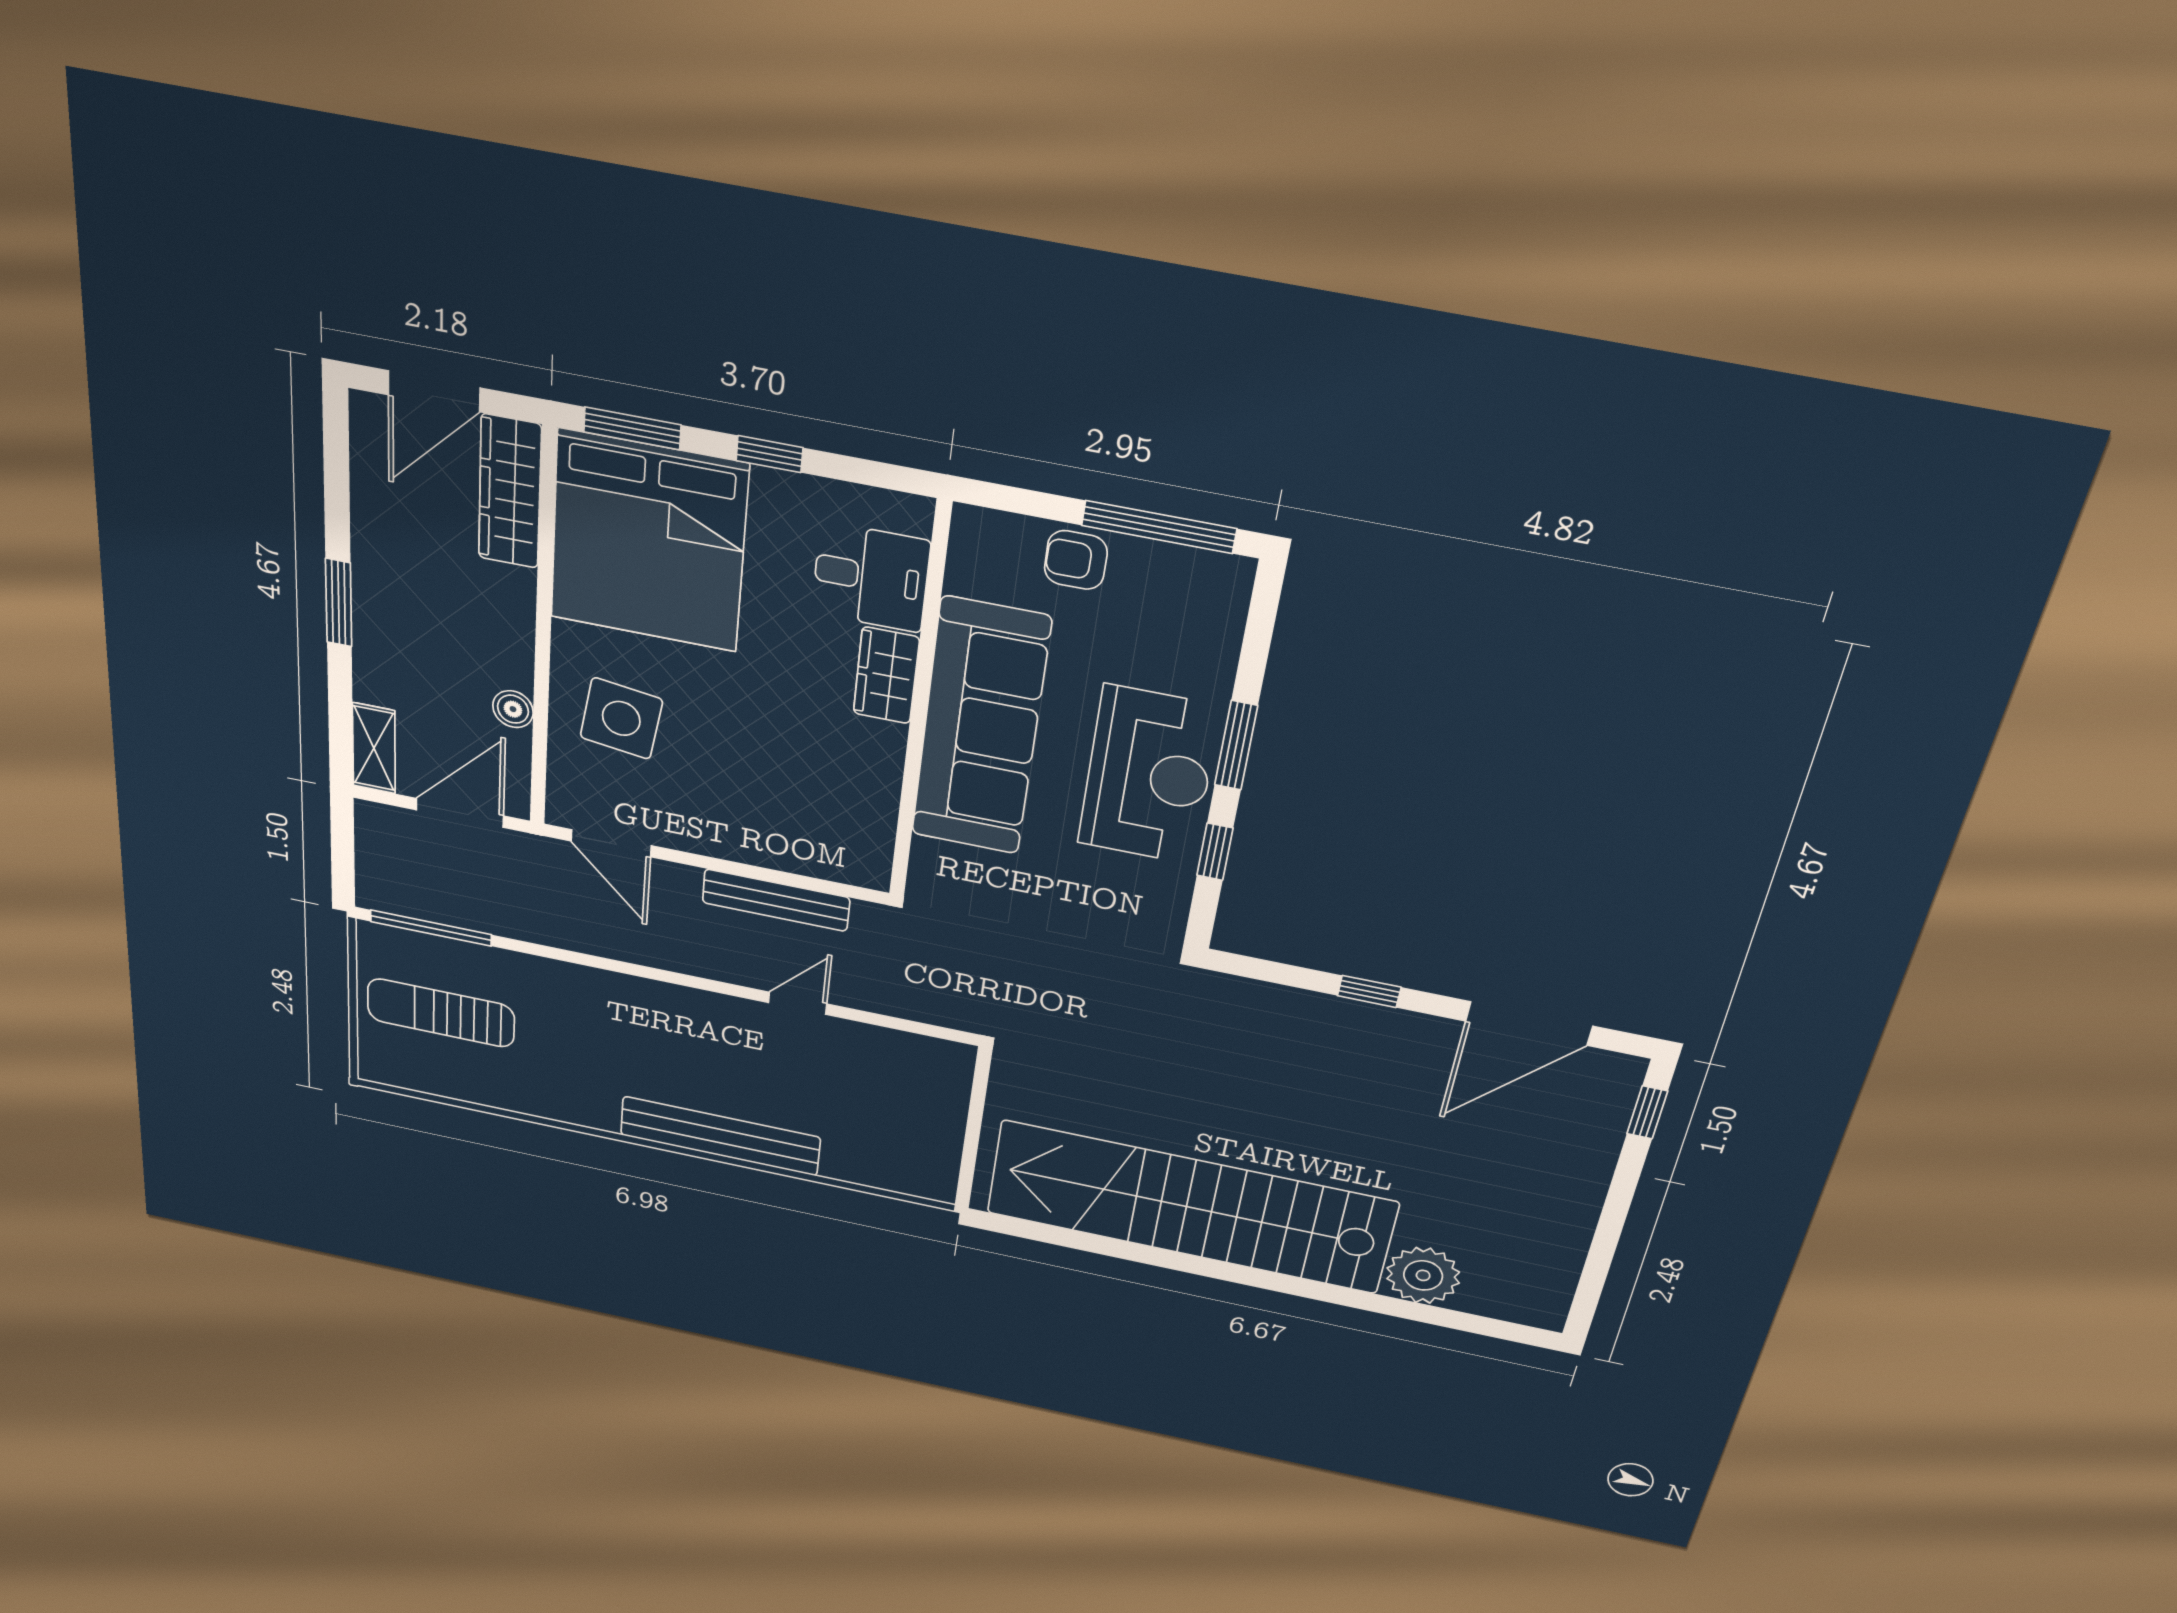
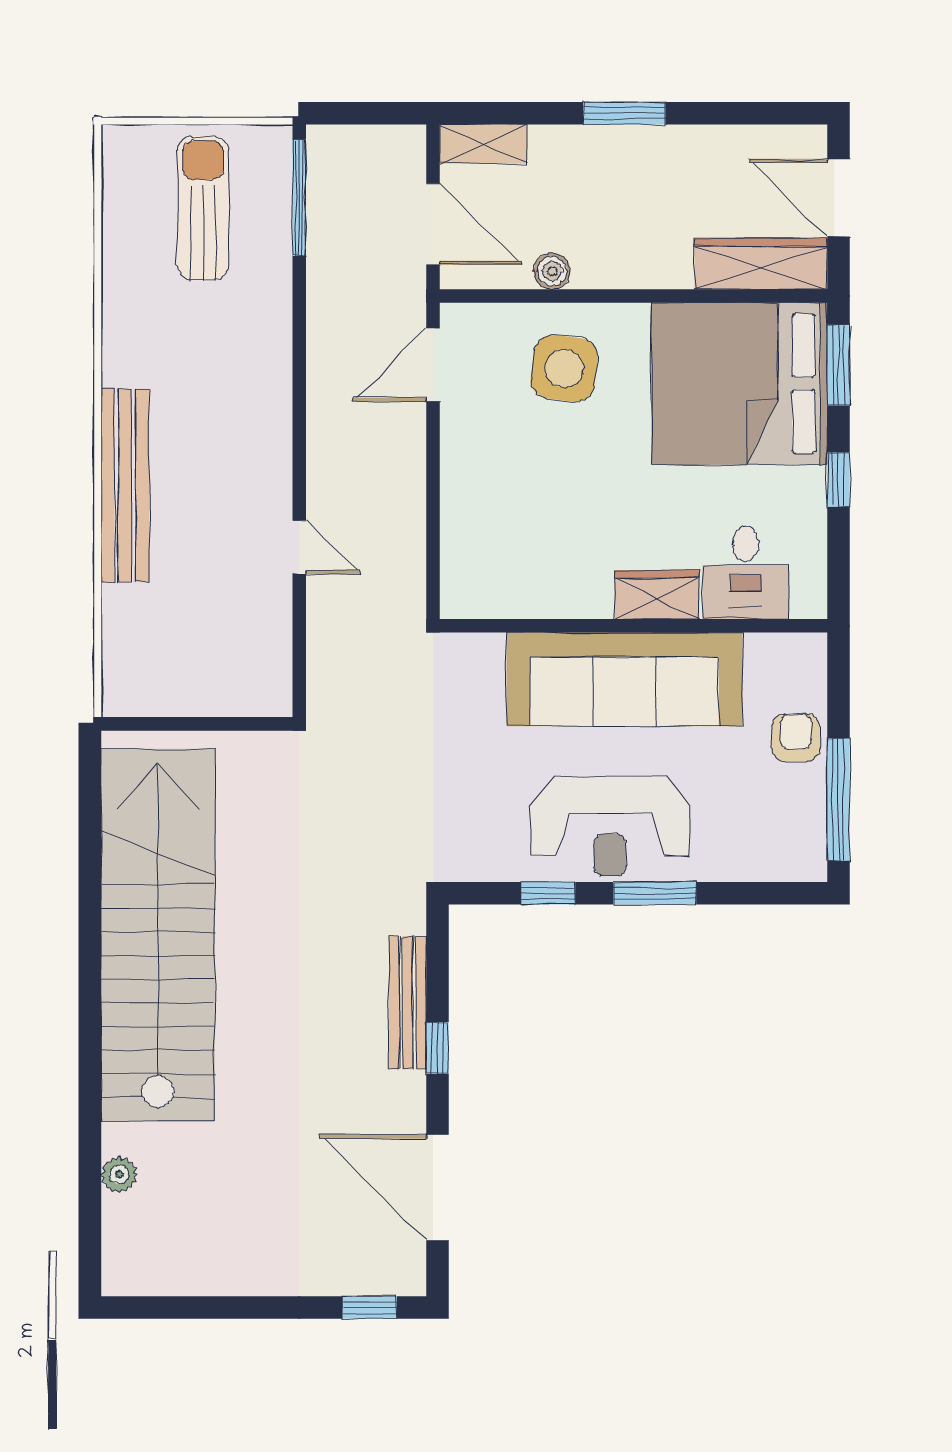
bench: (776, 900) -> (408, 1003), moved
plant: (1423, 1275) -> (119, 1174), width x0.53, depth x0.53

